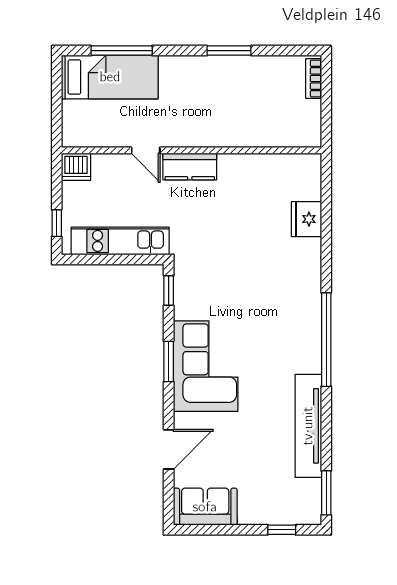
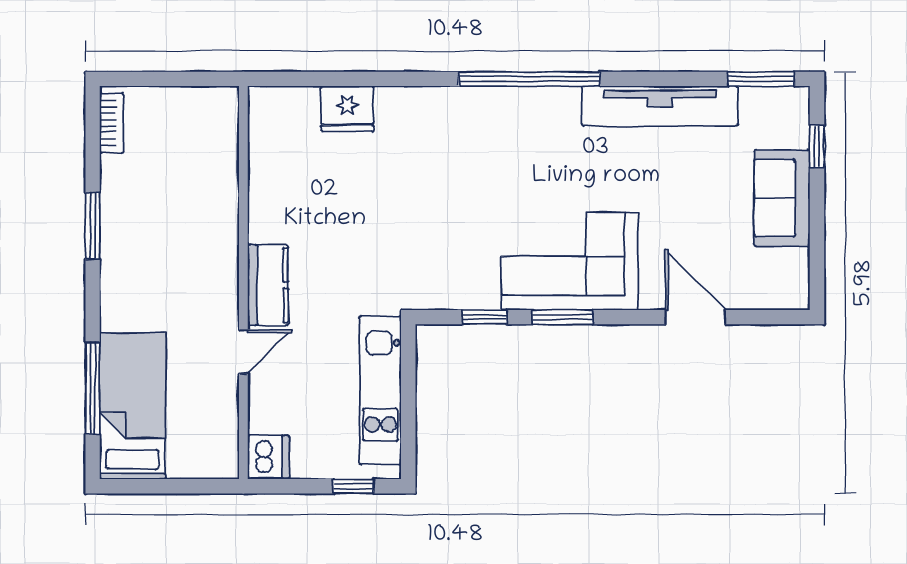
bookcase: (314, 79) -> (112, 123), moved, turned -90
window: (169, 290) -> (485, 317), moved
sofa: (205, 507) -> (782, 198), moved

